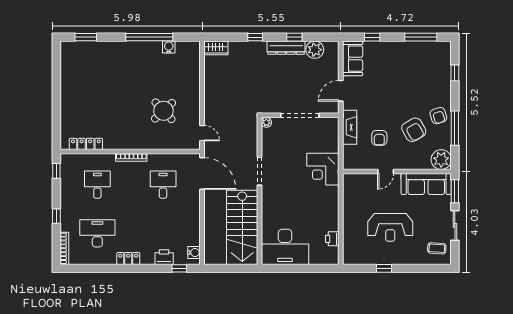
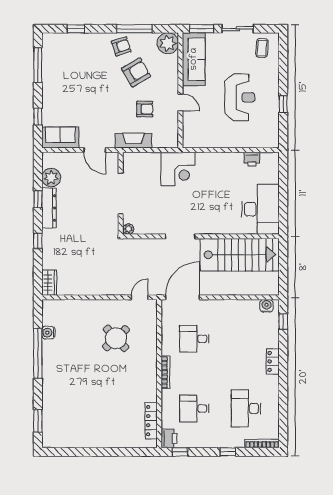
printer: (164, 257) -> (169, 438), moved, turned 180
locker: (128, 258) -> (273, 361), moved

